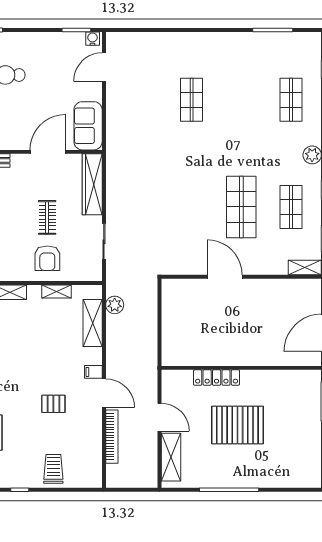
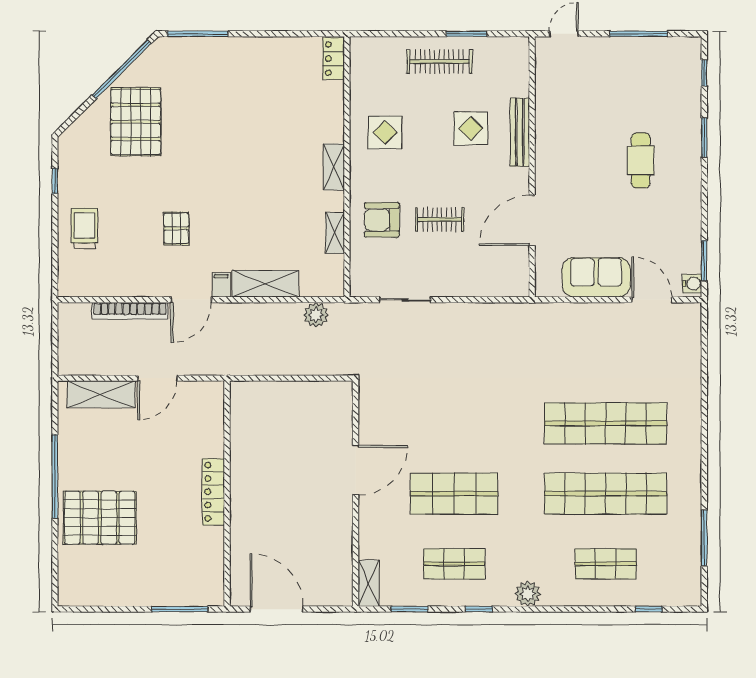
shop shelf: (192, 100) -> (606, 423), width x2.00, depth x1.36
shop shelf: (241, 100) -> (606, 494), added
sofa: (88, 126) -> (596, 277), moved
door: (48, 152) -> (532, 220), swing flipped
wardrobe: (92, 184) -> (486, 283), removed
shelving: (93, 323) -> (265, 284), moved
locker: (217, 378) -> (213, 492), moved
pallet: (237, 425) -> (100, 518), moved, turned 90
trolley: (53, 469) -> (85, 228), turned -90

